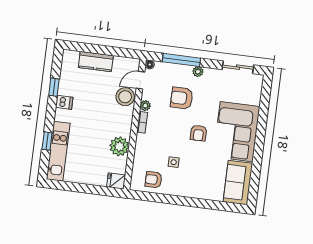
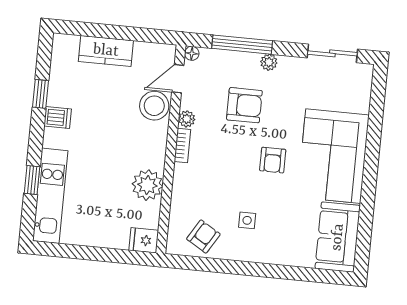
armchair: (182, 98) -> (244, 105), turned 180
side table: (174, 162) -> (247, 220), moved
armchair: (154, 180) -> (203, 236), turned 121

